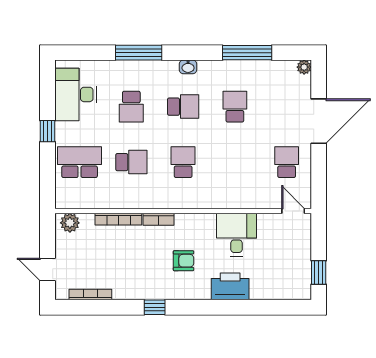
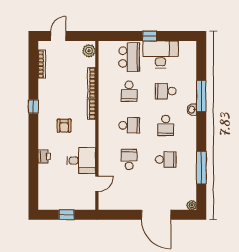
washbasin: (188, 67) -> (192, 110), moved
desk: (76, 94) -> (160, 54), moved
school desk: (287, 162) -> (129, 160), moved, turned -90
door: (293, 211) -> (97, 184), moved
window: (319, 273) -> (67, 215), moved
printer: (230, 286) -> (44, 156), width x0.53, depth x0.68

